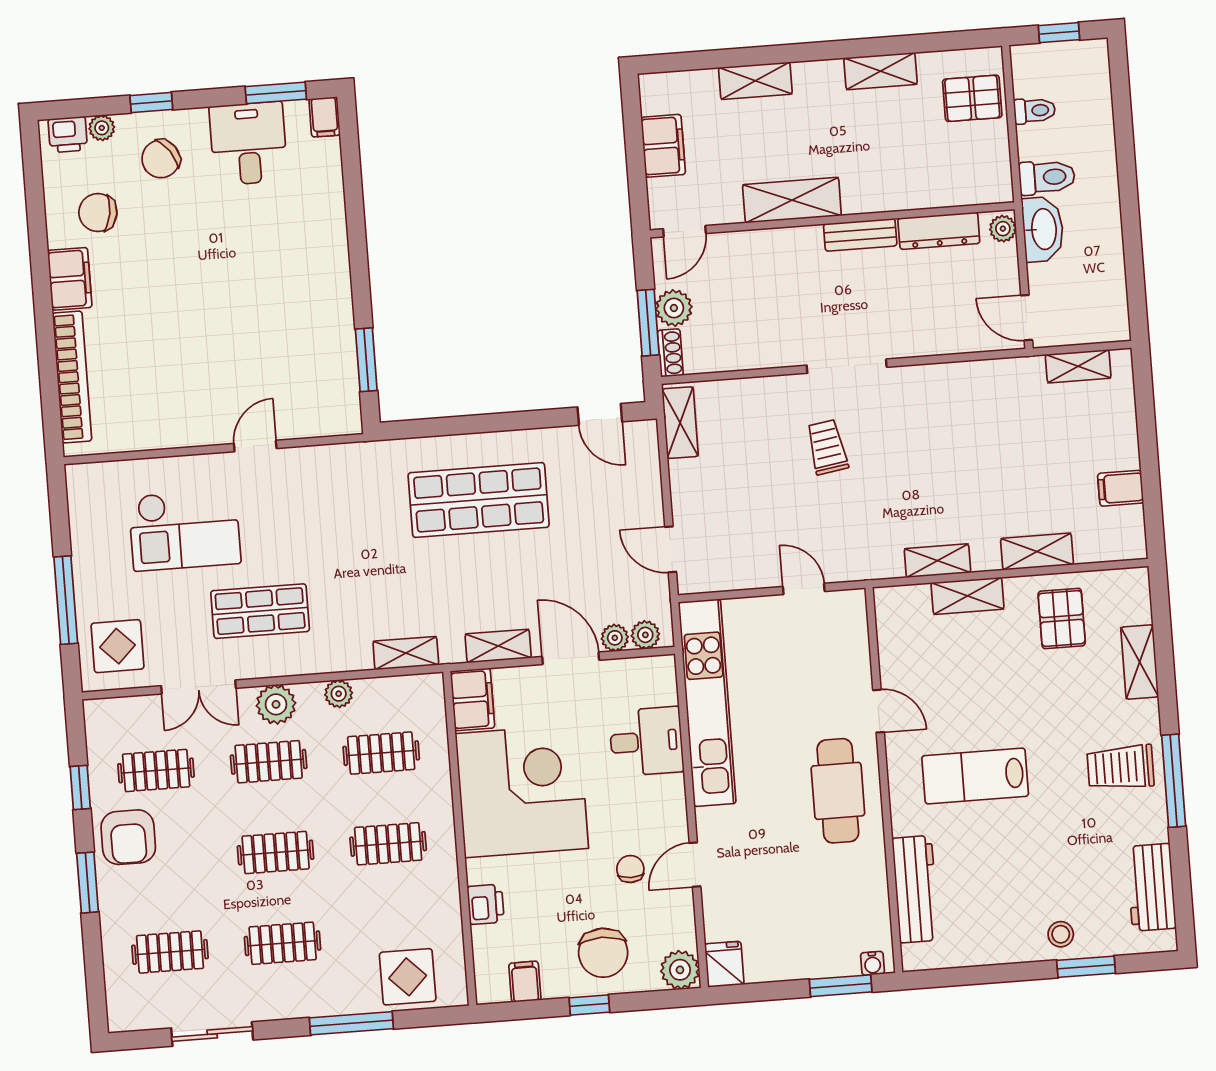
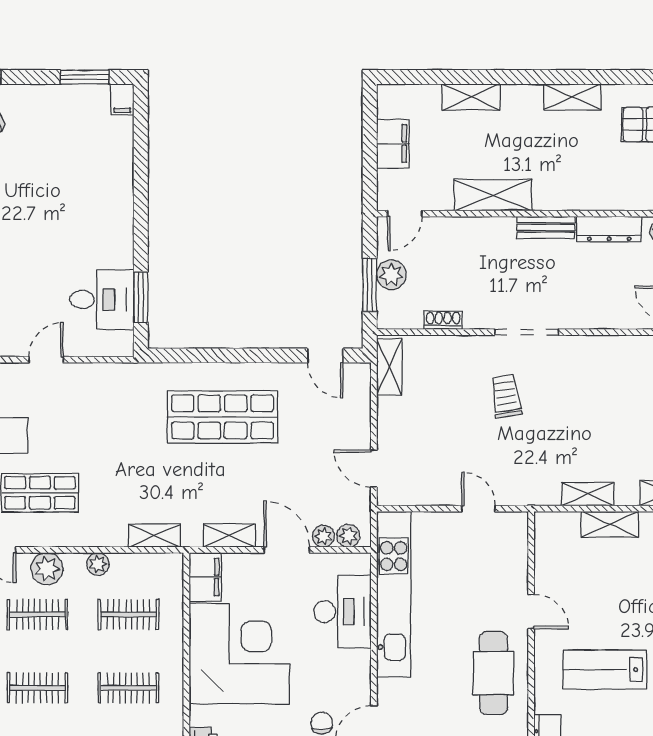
desk: (248, 144) -> (102, 300), moved, turned 90
shoe rack: (670, 353) -> (443, 320), moved, turned -90
desk: (646, 741) -> (342, 612), width x1.37

